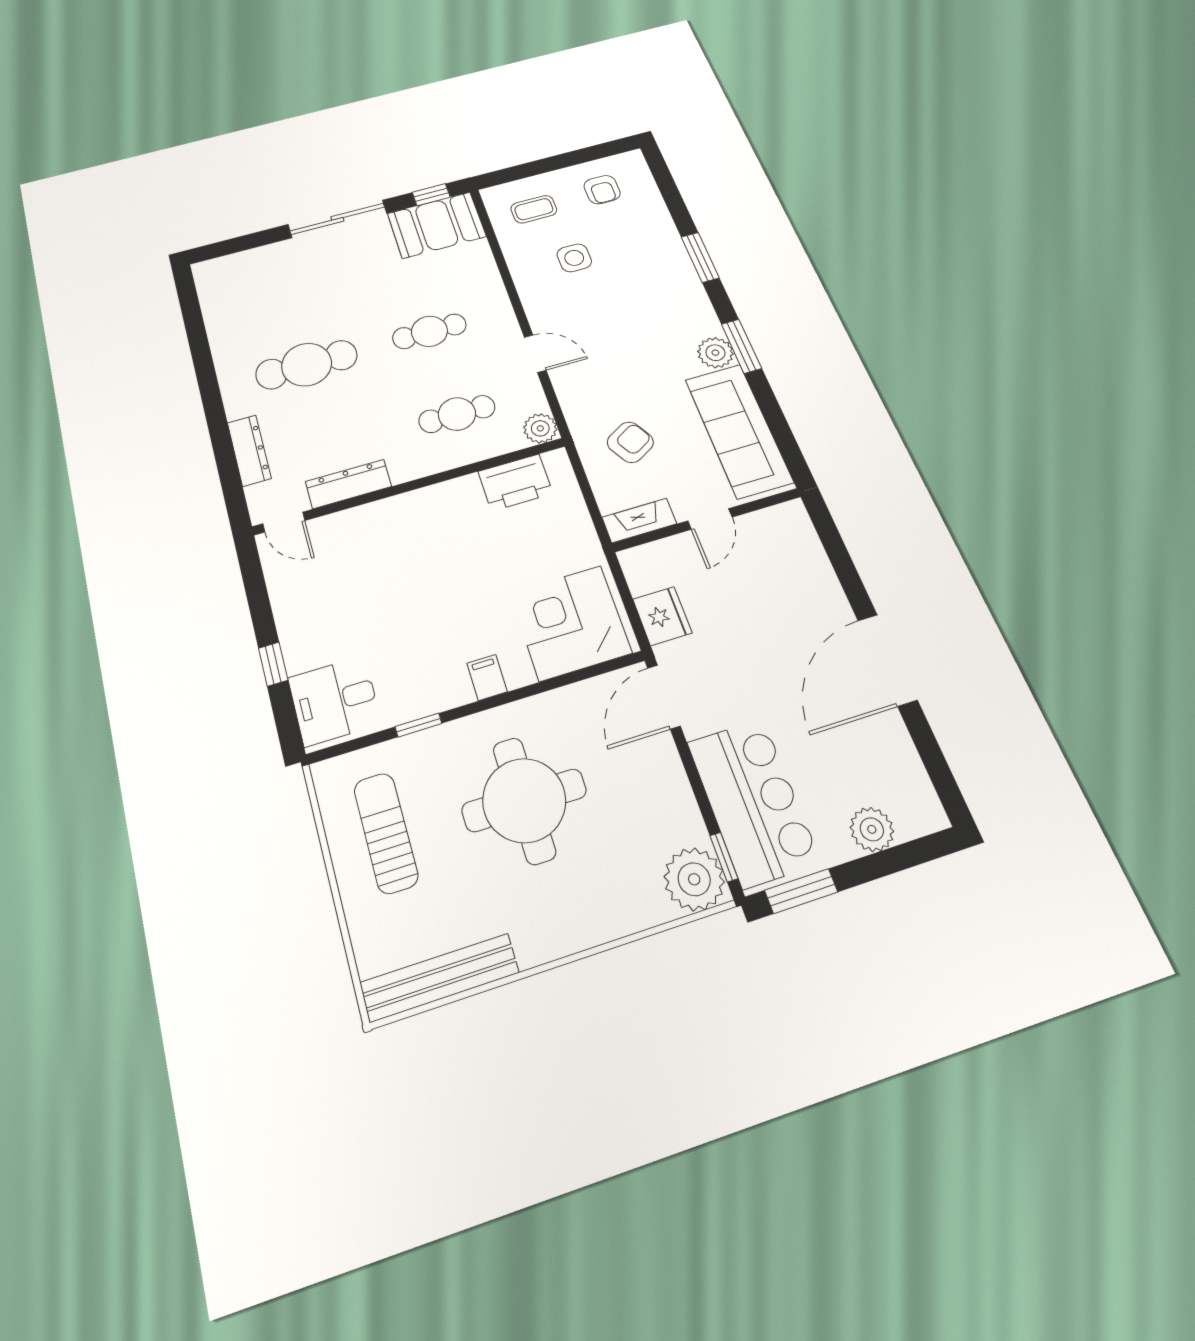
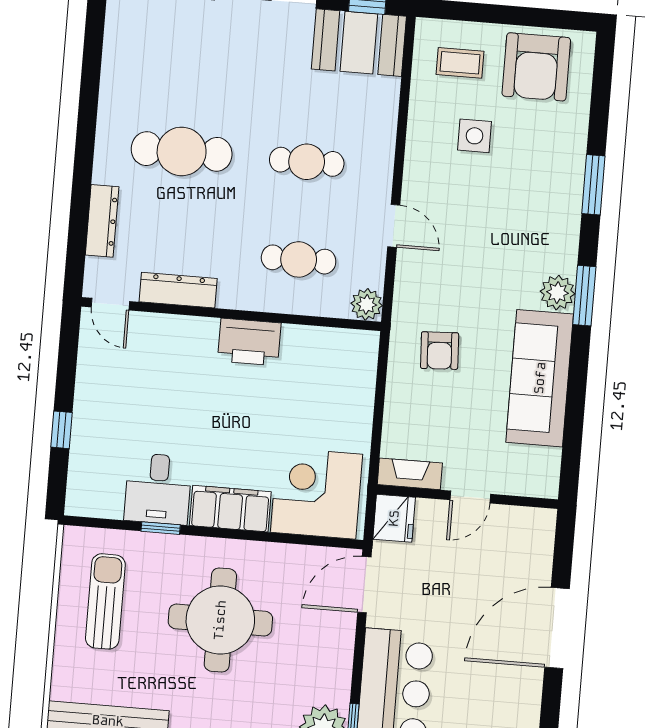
armchair: (602, 190) -> (536, 67), width x1.88, depth x1.88
armchair: (630, 442) -> (440, 351), turned 117
printer: (515, 482) -> (249, 342), moved
door: (710, 519) -> (470, 497), moved
fireplace: (639, 520) -> (410, 474), moved
wall: (707, 520) -> (467, 497), moved
filing cabinet: (487, 677) -> (230, 509), width x3.00, depth x1.17
desk: (335, 701) -> (158, 489), moved, turned -90

